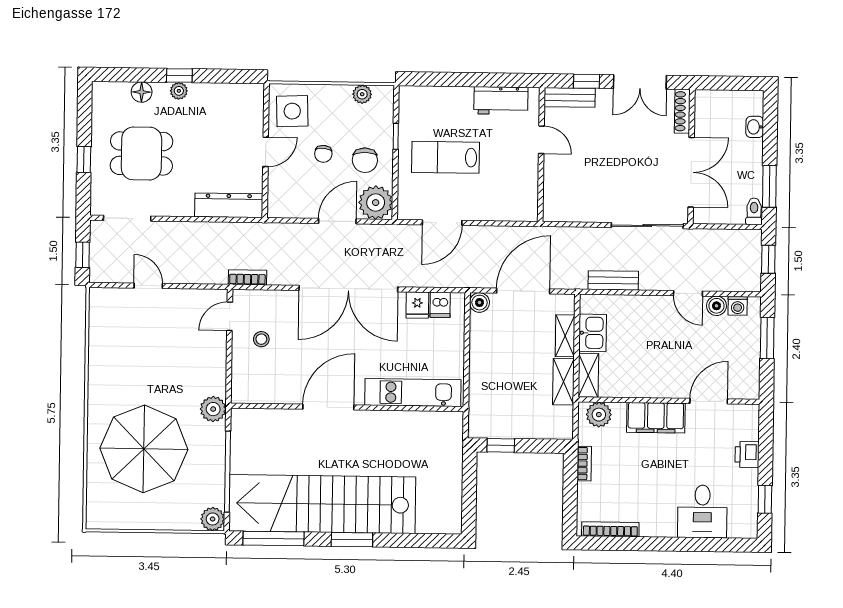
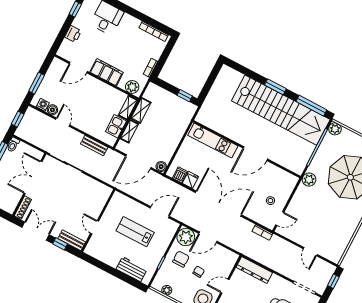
workbench: (501, 101) -> (132, 269), moved
lab bench: (445, 157) -> (135, 232), moved, turned 180

